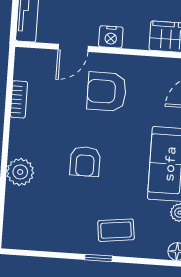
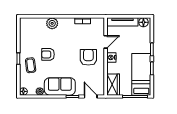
door: (73, 48) -> (106, 42), swing flipped
armchair: (85, 161) -> (48, 54), moved

